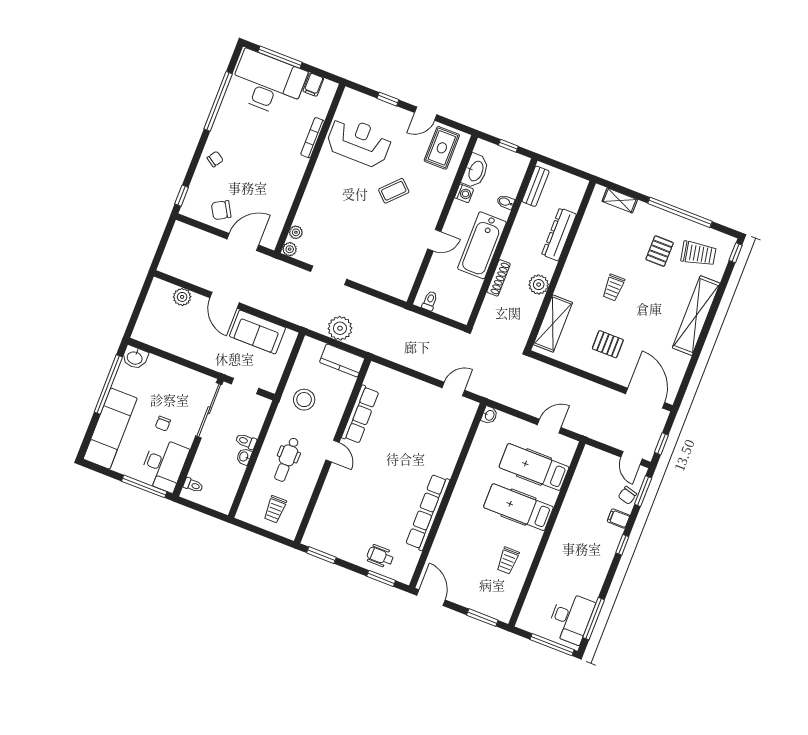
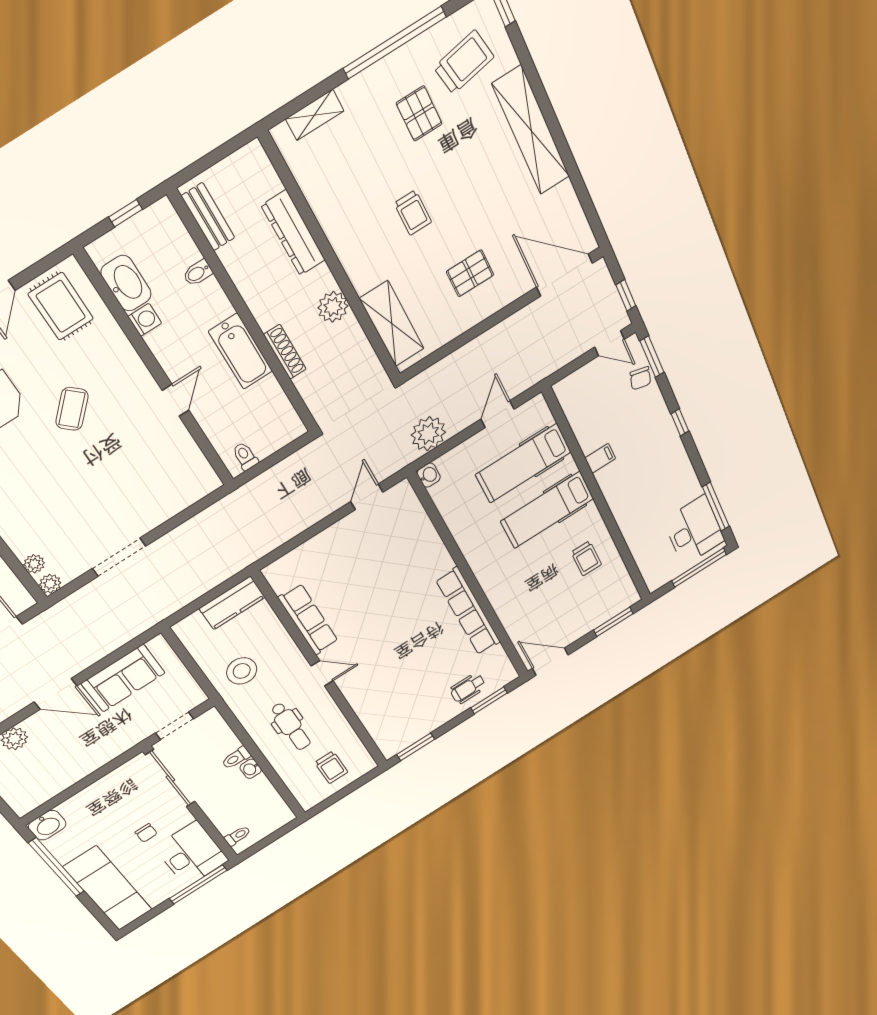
bathtub: (482, 245) -> (241, 351), width x0.73, depth x0.73
plant: (340, 328) -> (428, 434), moved
filing cabinet: (619, 519) -> (600, 458), moved, turned 180

